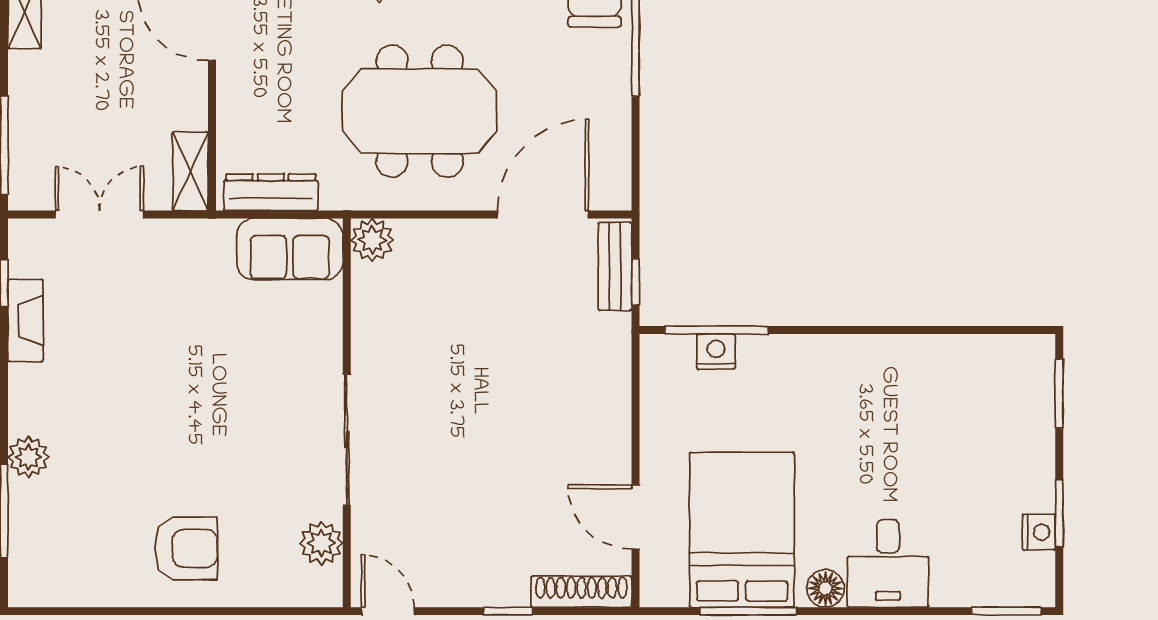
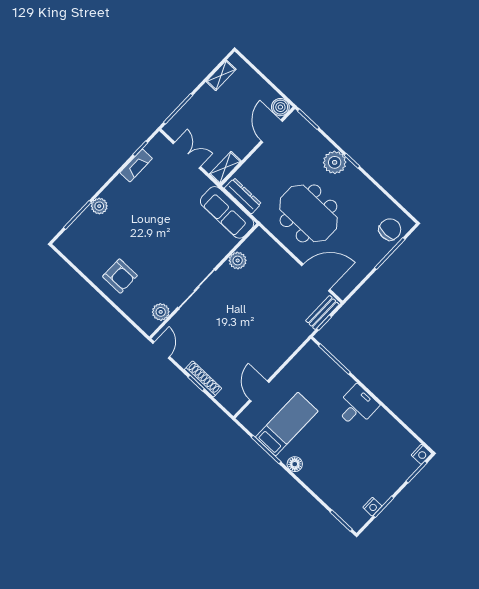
plant: (372, 240) -> (238, 260), moved
sofa: (290, 249) -> (227, 212), width x1.36
nightstand: (716, 352) -> (421, 454), moved, turned 90
bed: (742, 530) -> (287, 424), width x0.67
desk: (888, 563) -> (357, 406), moved, turned 180
shoe rack: (581, 592) -> (203, 379), moved

